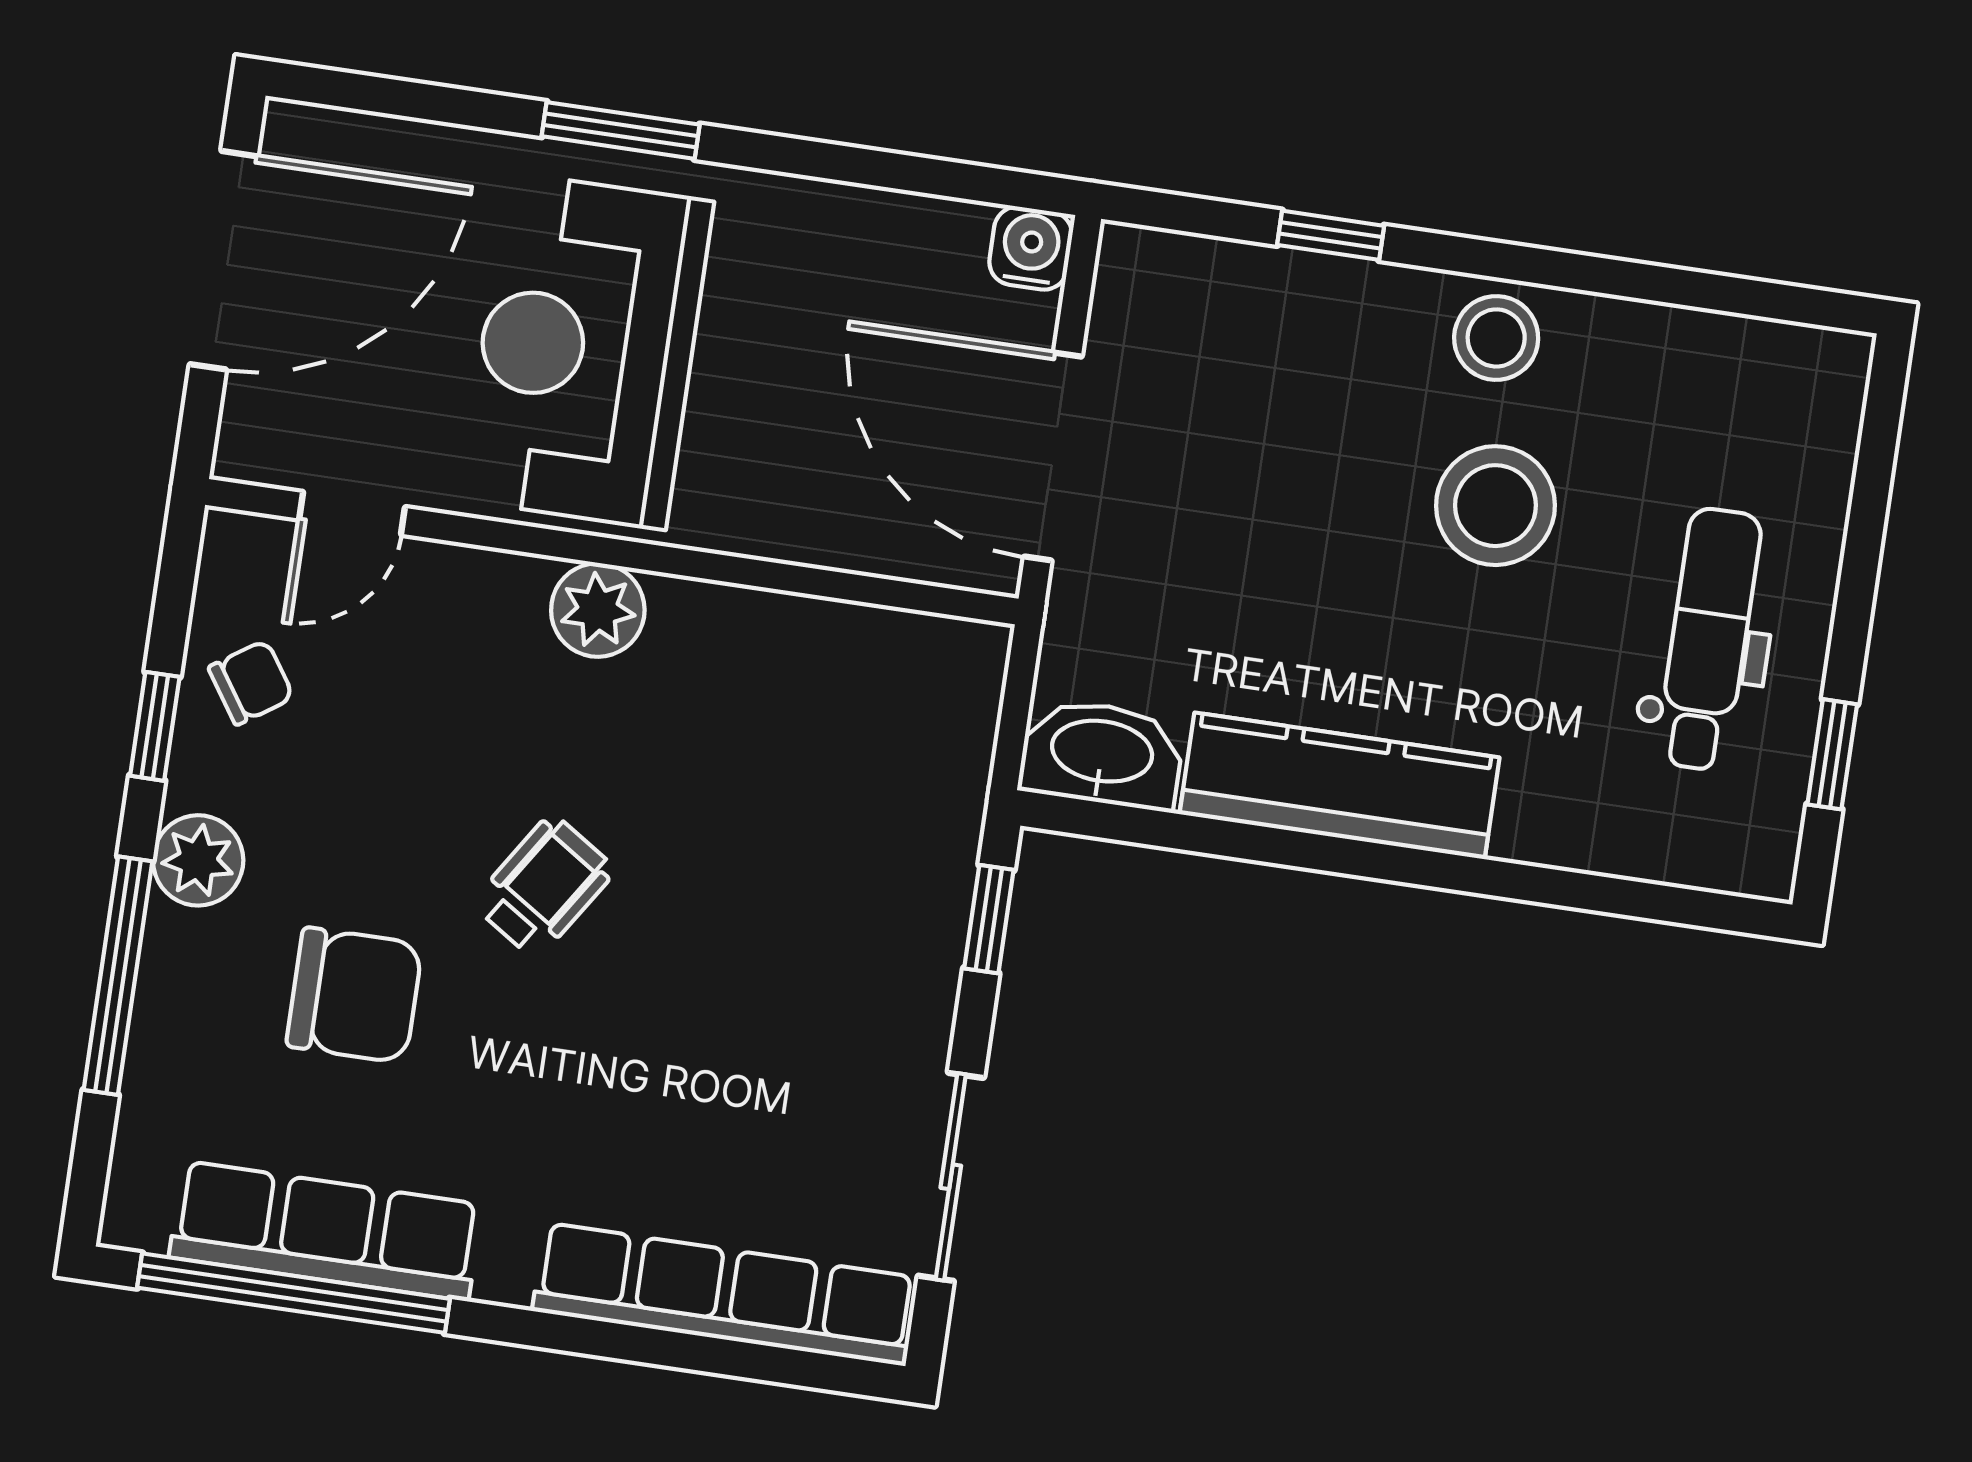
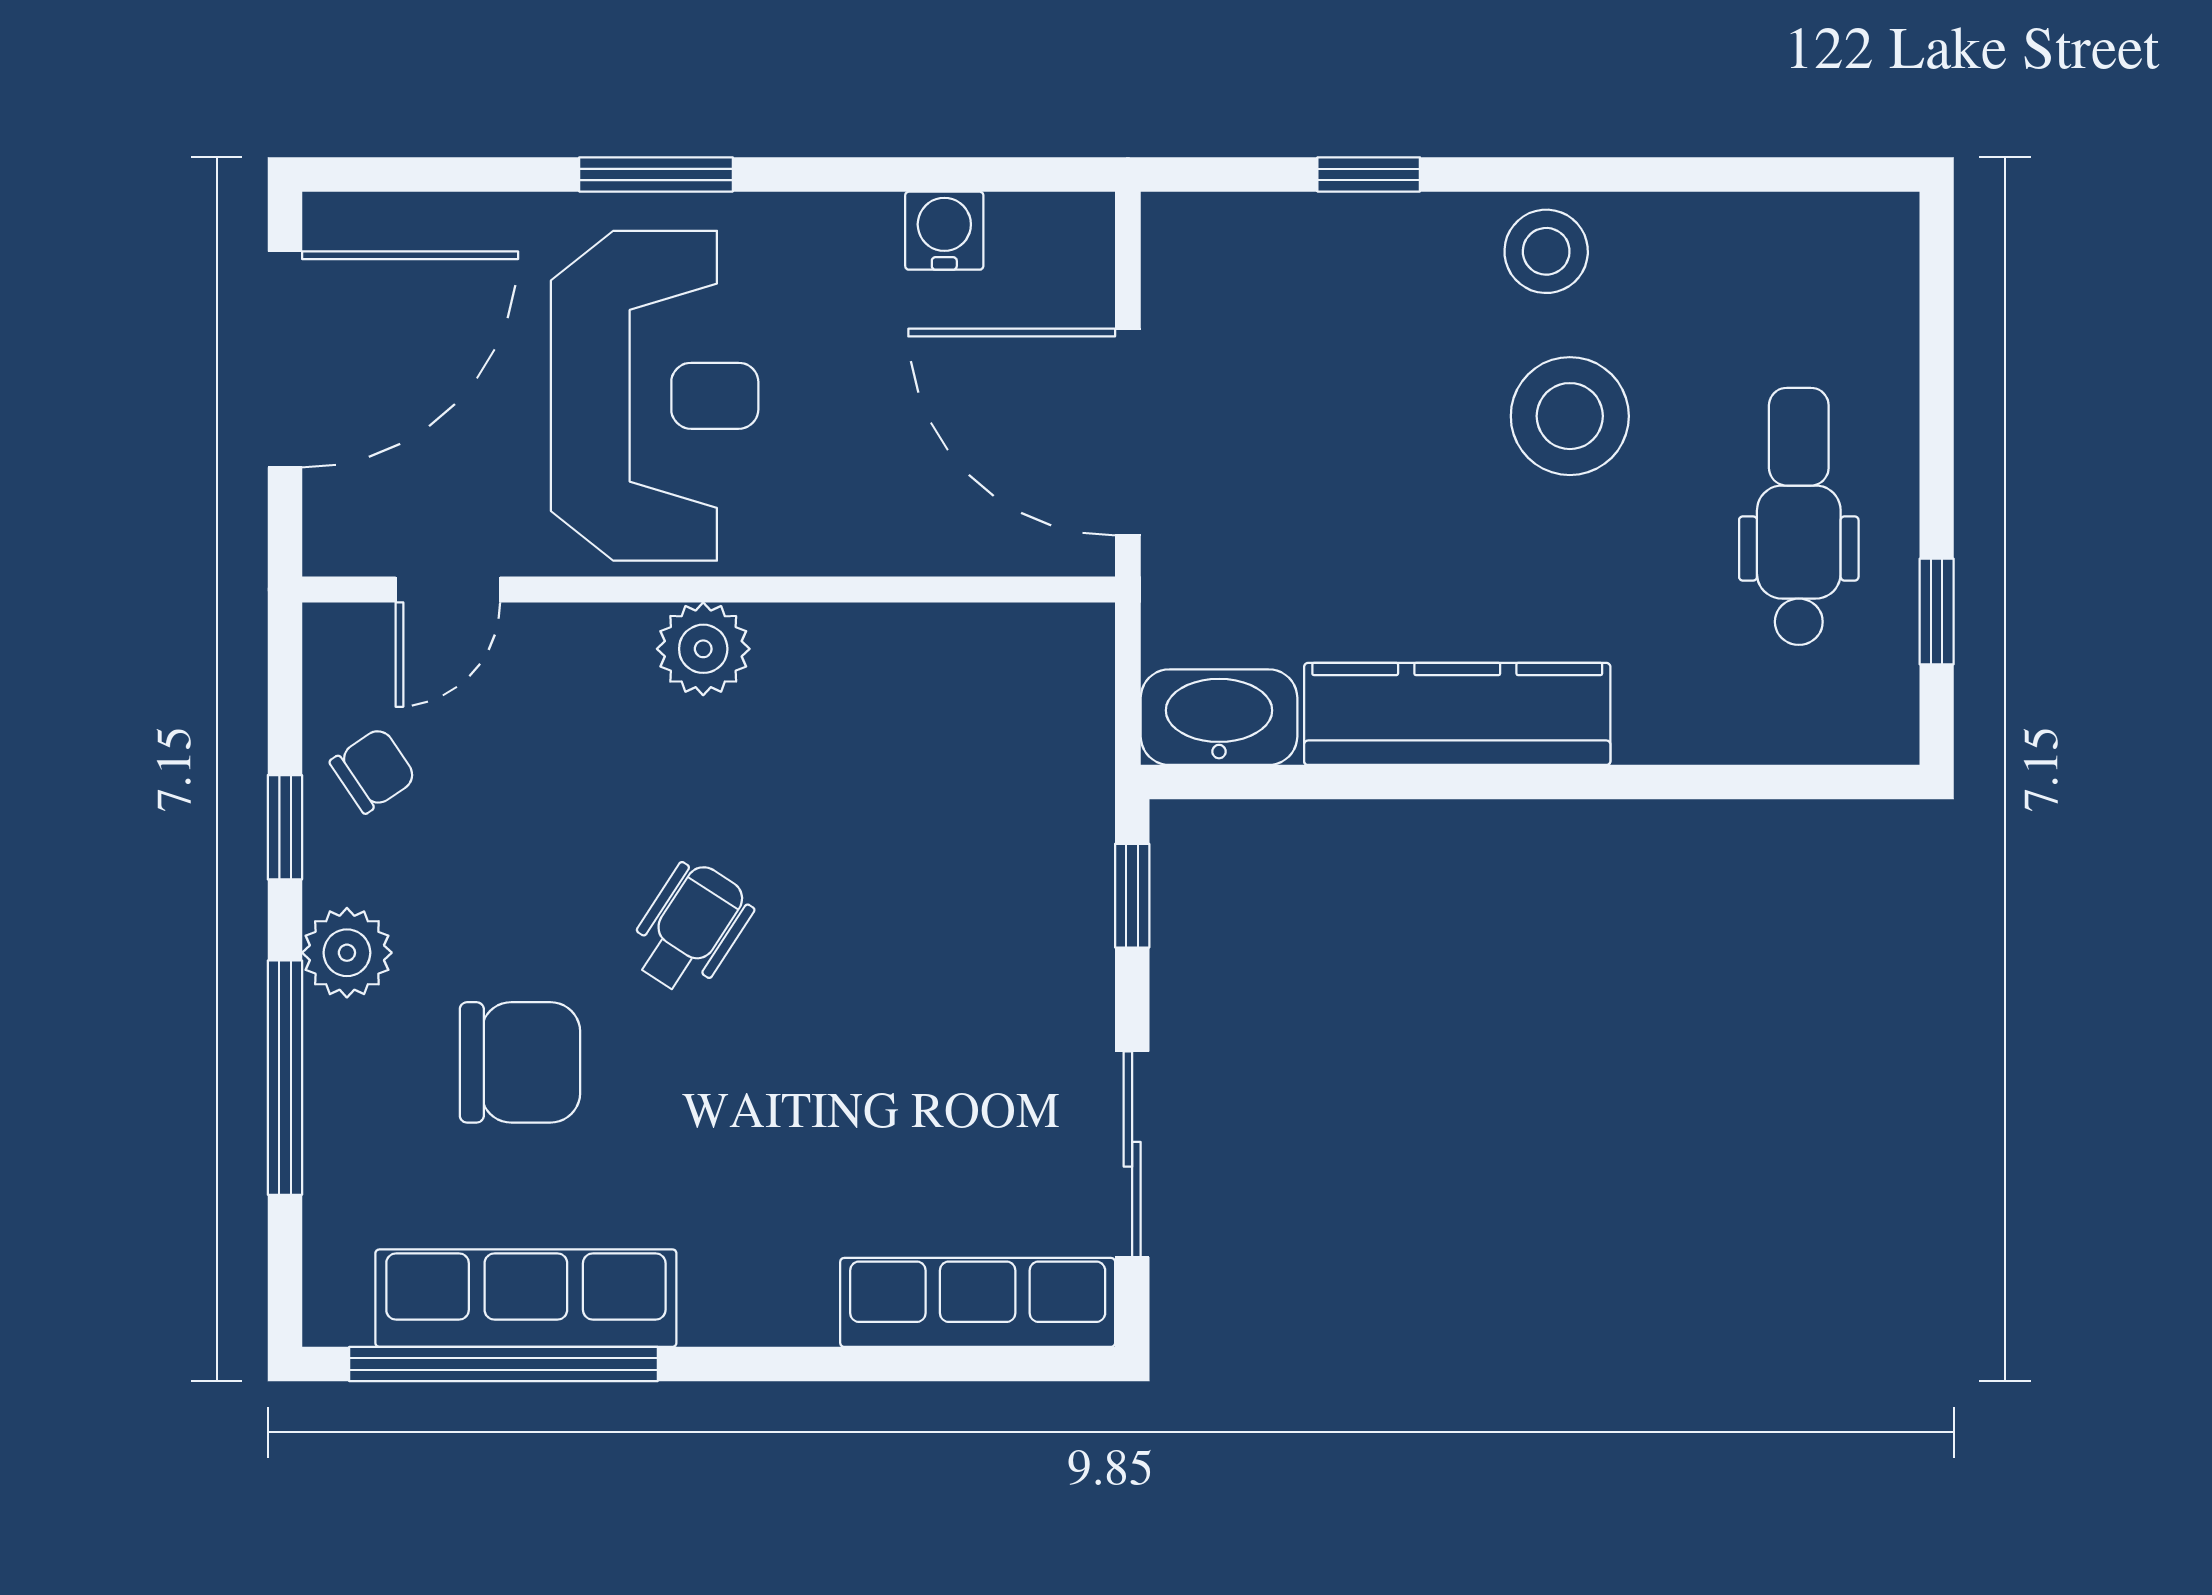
water cooler: (1031, 248) -> (944, 231), moved
reception desk: (587, 351) -> (655, 396), turned 180
row of seats: (725, 1294) -> (978, 1302), width x0.73

